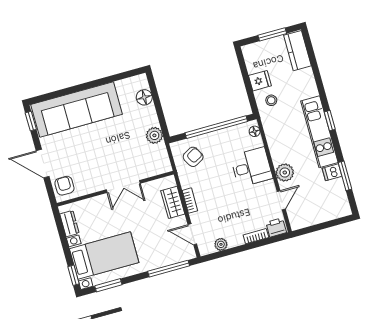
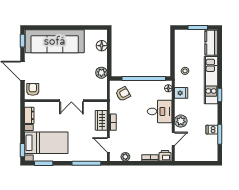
fridge: (260, 81) -> (181, 93), moved
kitchen unit: (319, 132) -> (211, 80), moved

